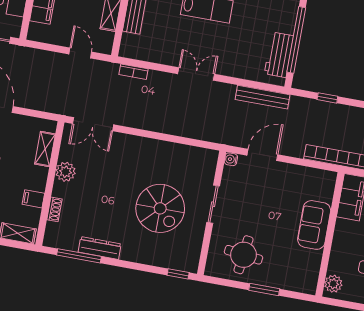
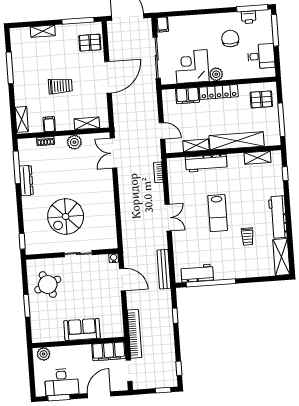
door: (80, 53) -> (162, 131), hinge flipped
round table: (243, 255) -> (48, 285), turned -31

